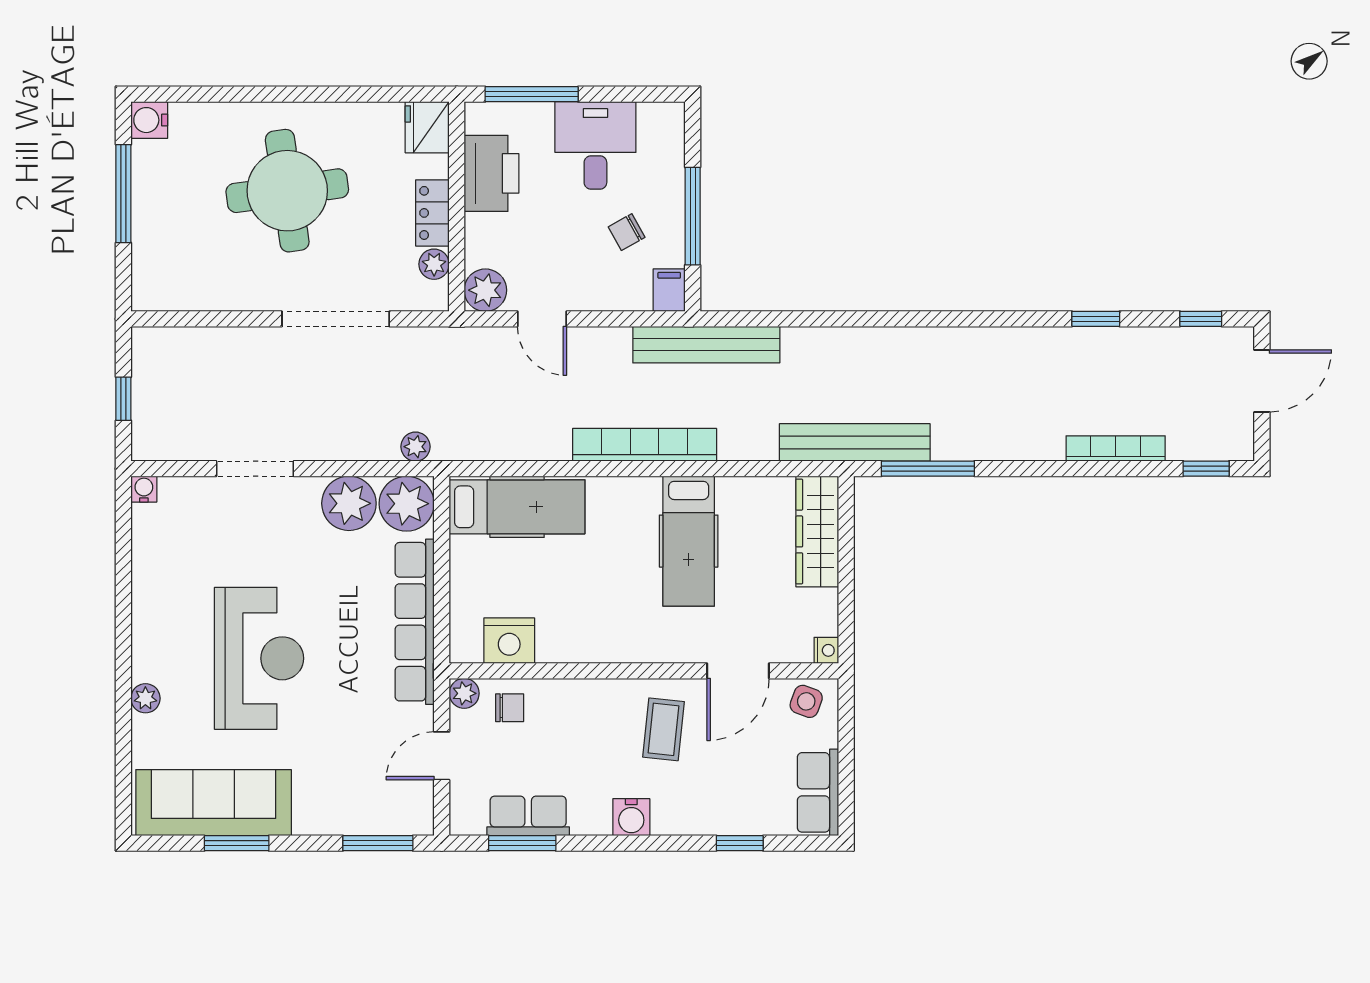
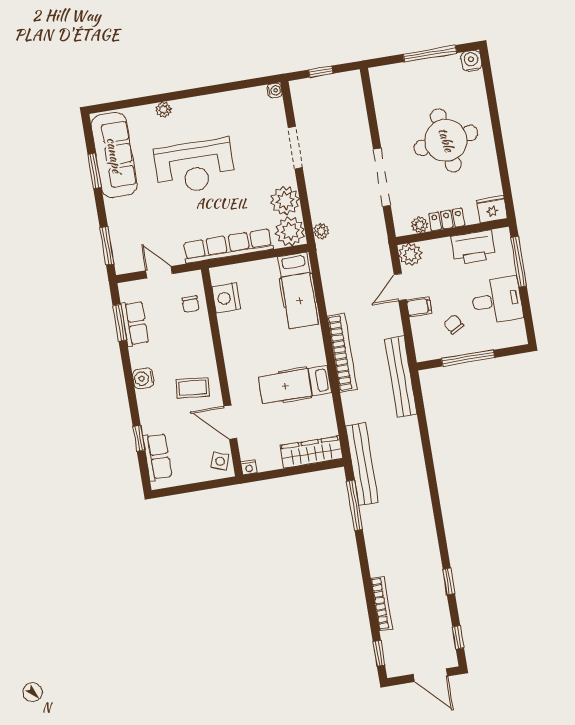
filing cabinet: (669, 290) -> (419, 307), moved
plant: (464, 693) -> (194, 279), removed
row of seats: (818, 792) -> (157, 457), moved, turned 90

